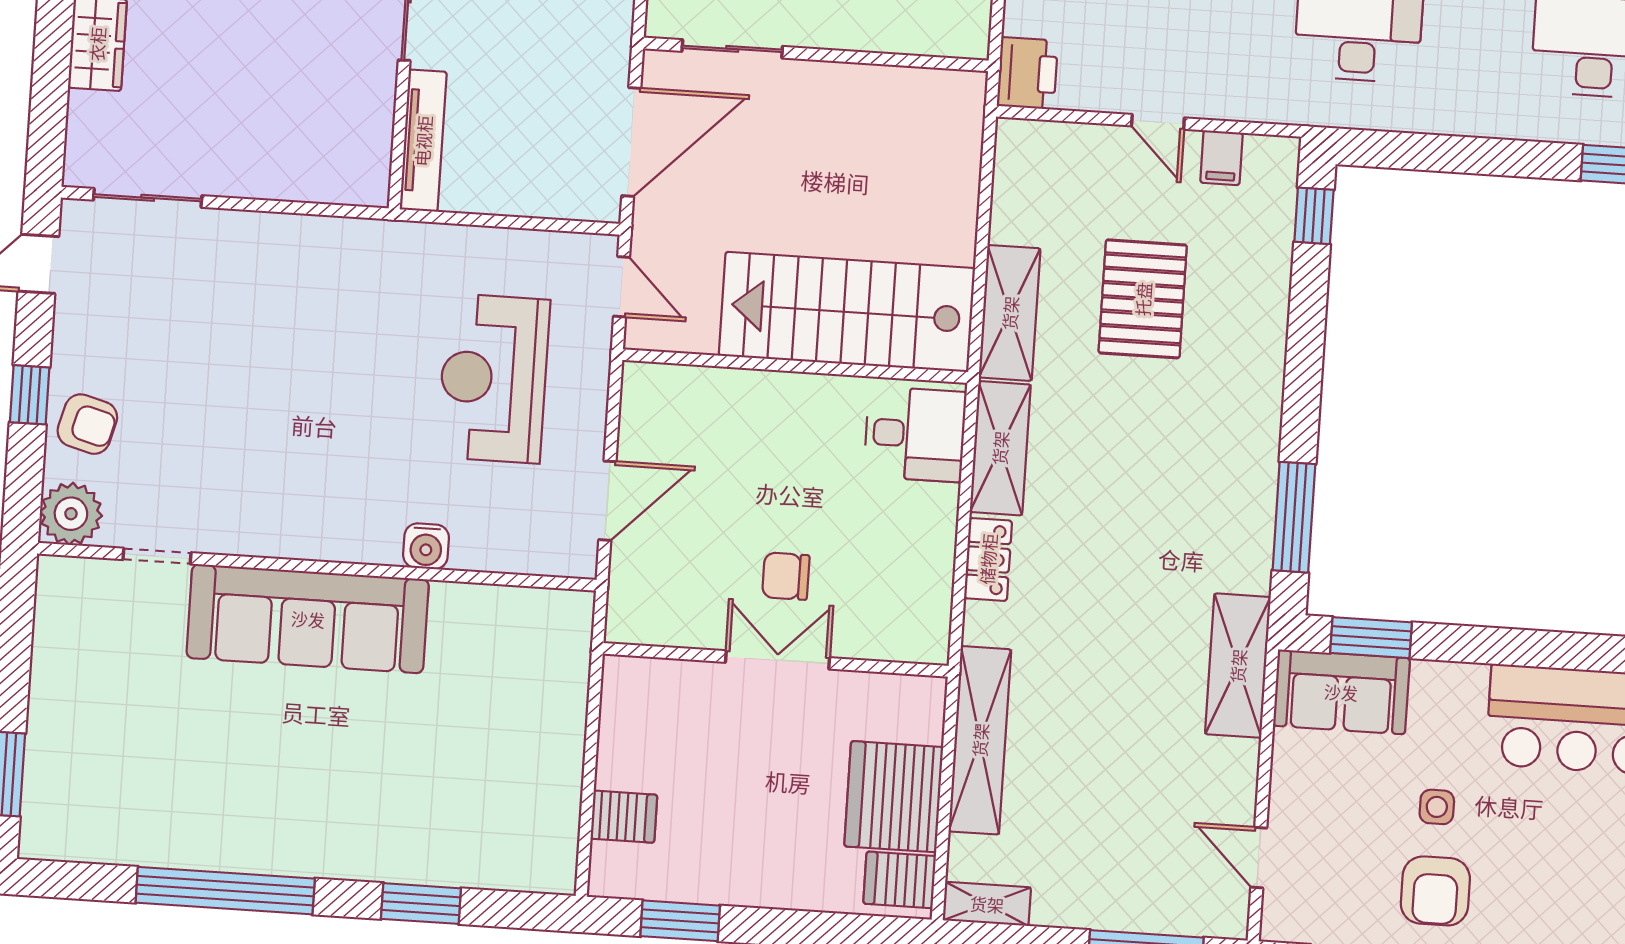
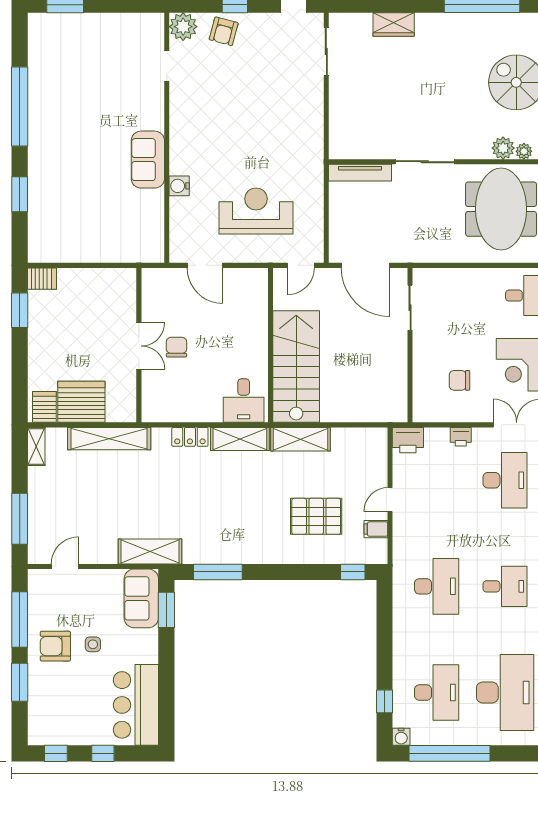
pallet: (1143, 299) -> (316, 516), moved
sofa: (308, 619) -> (148, 160), width x0.54, depth x0.79
server rack: (624, 817) -> (42, 279), moved, turned -90

